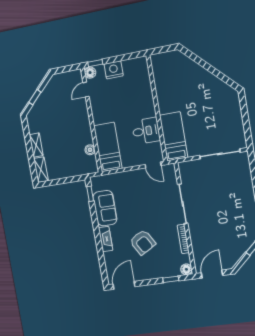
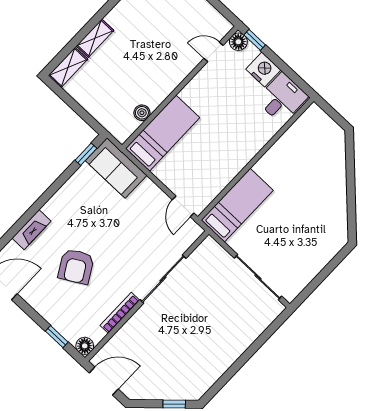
desk: (146, 131) -> (282, 98), moved, turned -90
sofa: (105, 208) -> (116, 168), moved, turned 90
fireplace: (106, 239) -> (31, 230), moved

